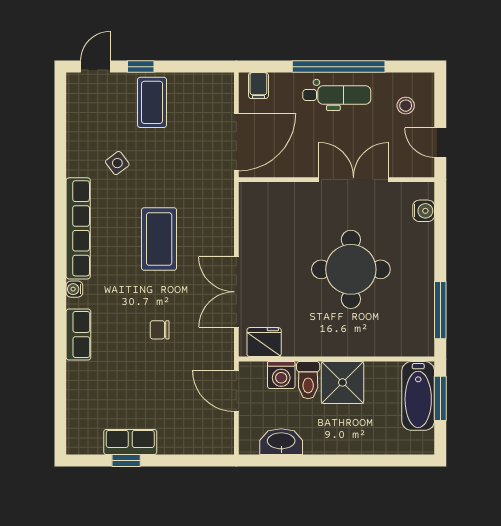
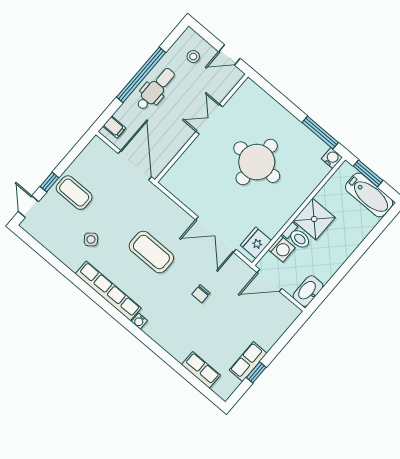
double door: (354, 180) -> (209, 119), width x0.73
water cooler: (424, 211) -> (332, 158), moved
row of seats: (78, 335) -> (201, 370), moved
bathtub: (418, 396) -> (369, 195), moved
washbasin: (281, 442) -> (308, 291), moved

